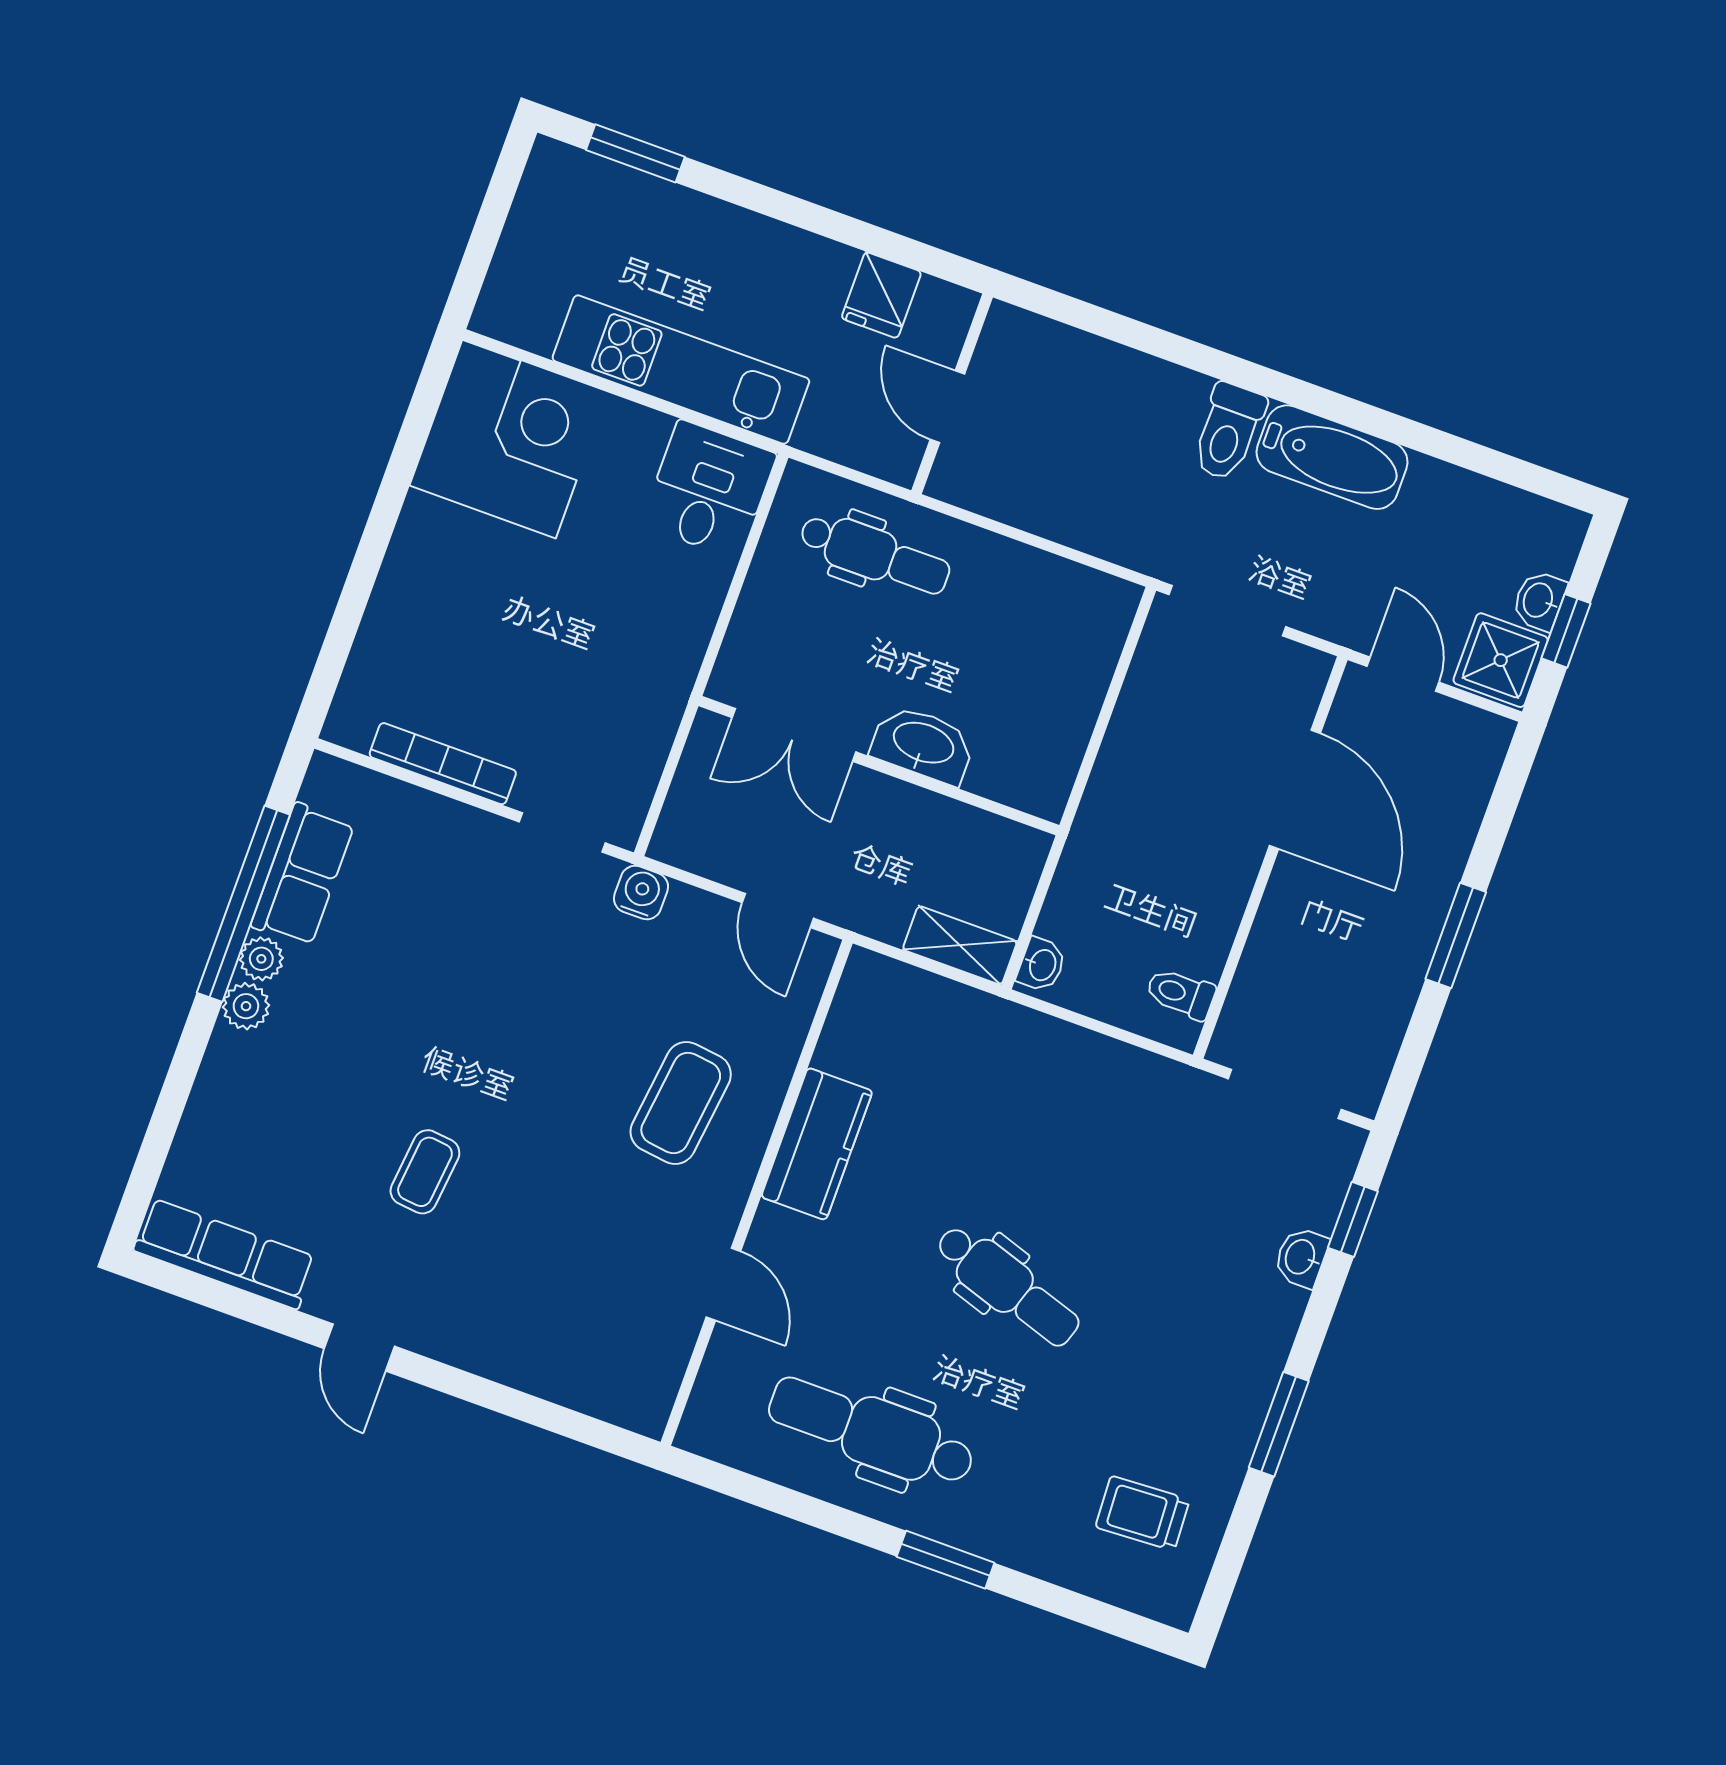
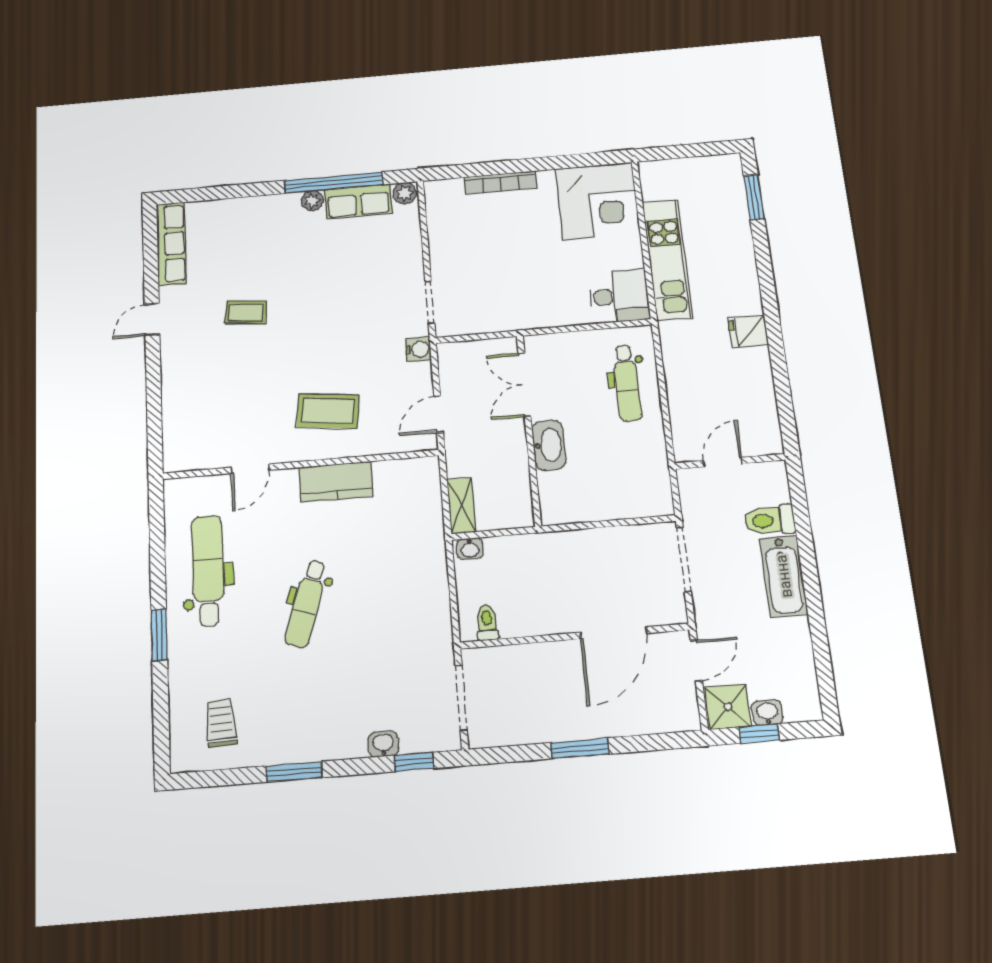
wall: (952, 394) -> (730, 462), moved
door: (947, 407) -> (723, 462), moved
bookcase: (443, 764) -> (501, 182), moved, turned 90
plant: (246, 1006) -> (405, 193), moved

